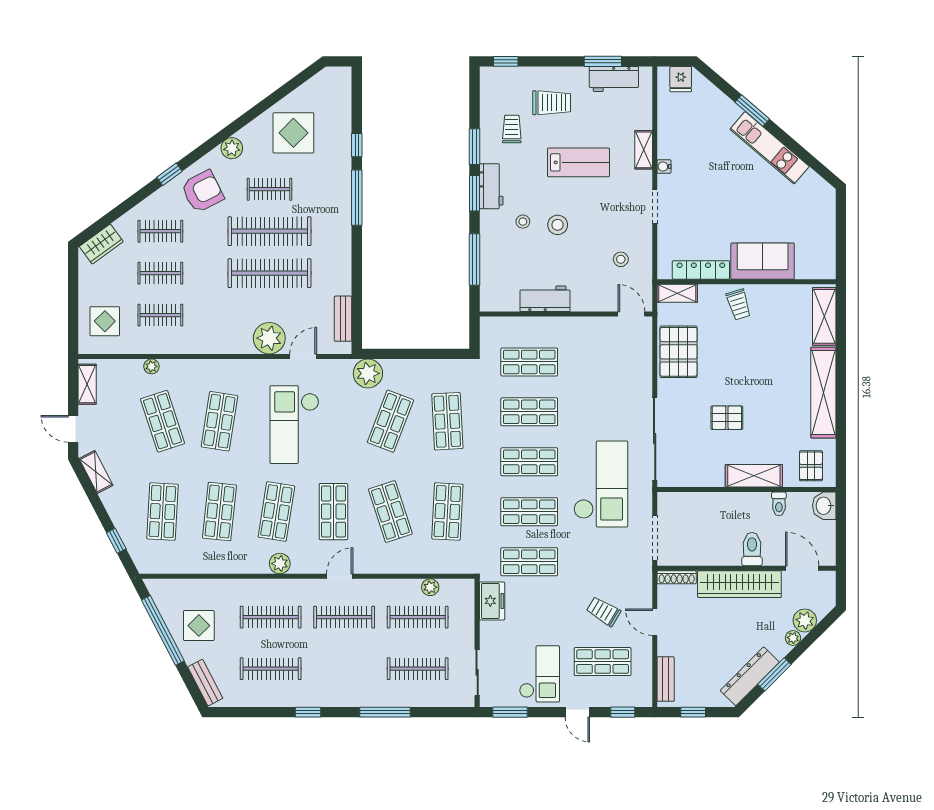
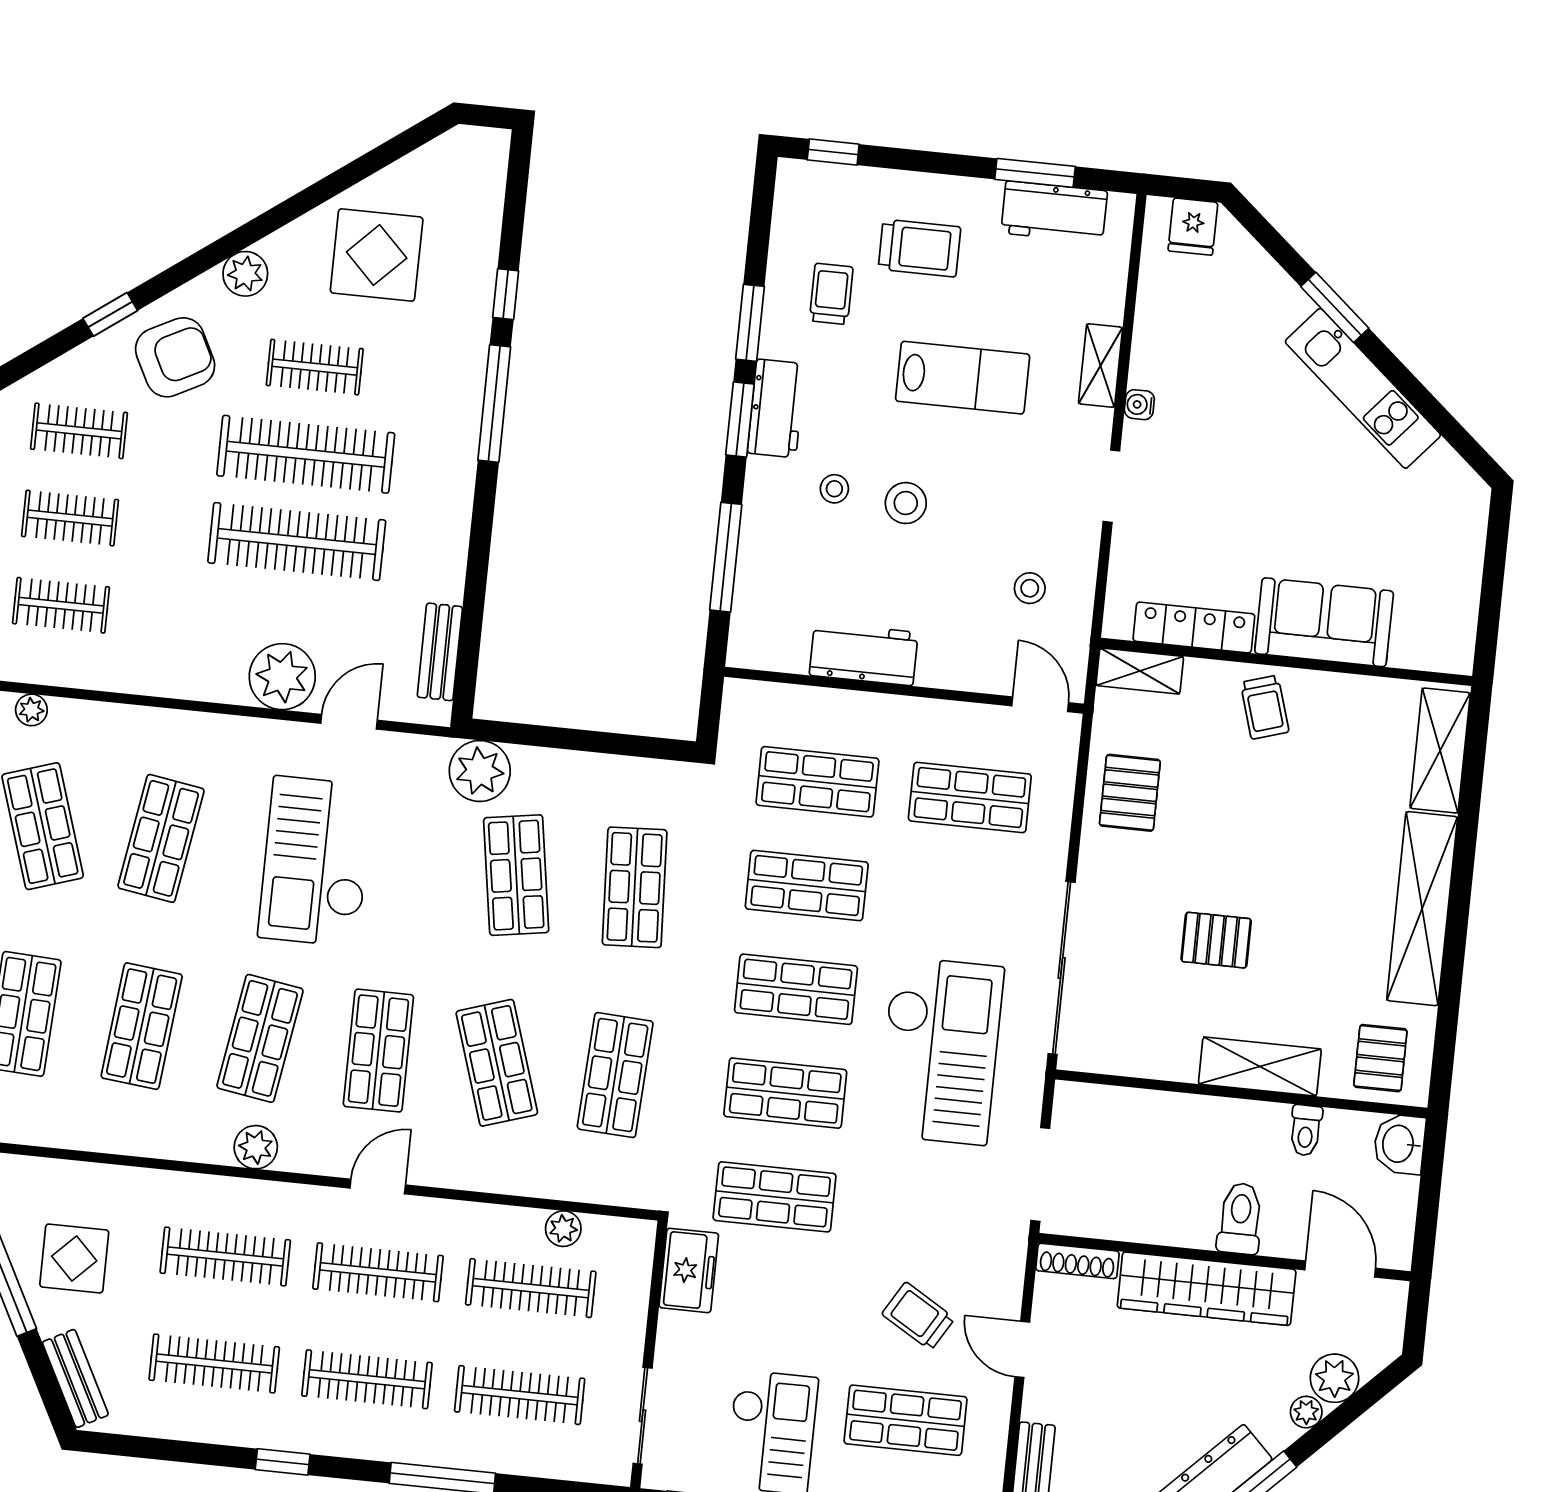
pallet: (679, 352) -> (1130, 793), width x0.67, depth x0.71
shop shelf: (603, 362) -> (970, 797), added
shop shelf: (390, 421) -> (516, 875), turned -30
clothes rail: (344, 669) -> (367, 1379), added

